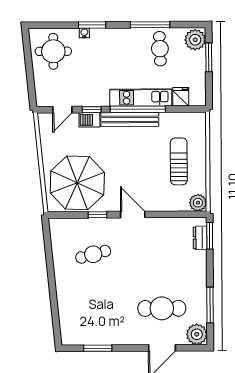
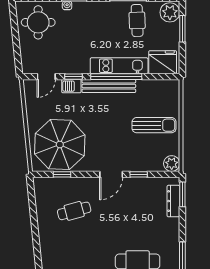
fridge: (181, 97) -> (163, 62), width x1.88, depth x1.34
sun lounger: (179, 161) -> (154, 125), turned 90
window: (163, 214) -> (139, 174), added
window: (97, 215) -> (62, 174), moved
door: (133, 215) -> (111, 174), swing flipped
dresser: (200, 238) -> (173, 201), width x1.44

